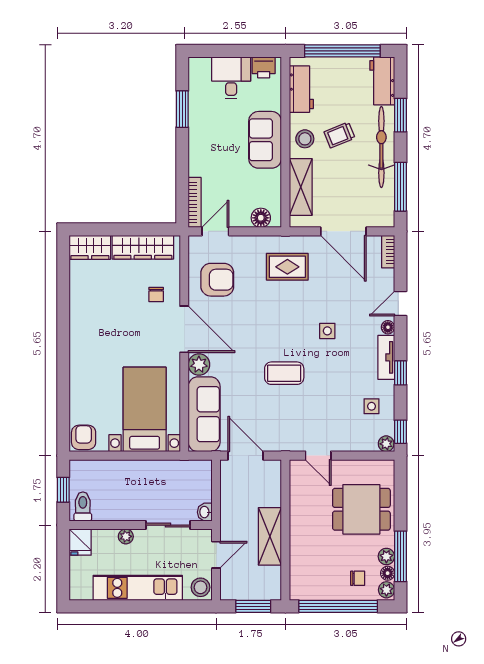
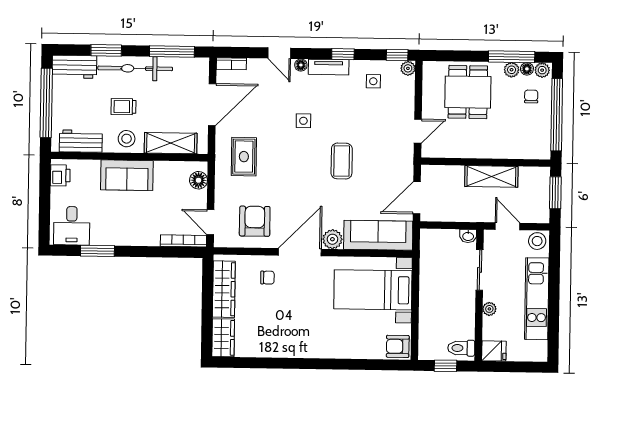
desk: (231, 78) -> (72, 226), moved, turned -90
trolley: (340, 135) -> (123, 107), turned 112

